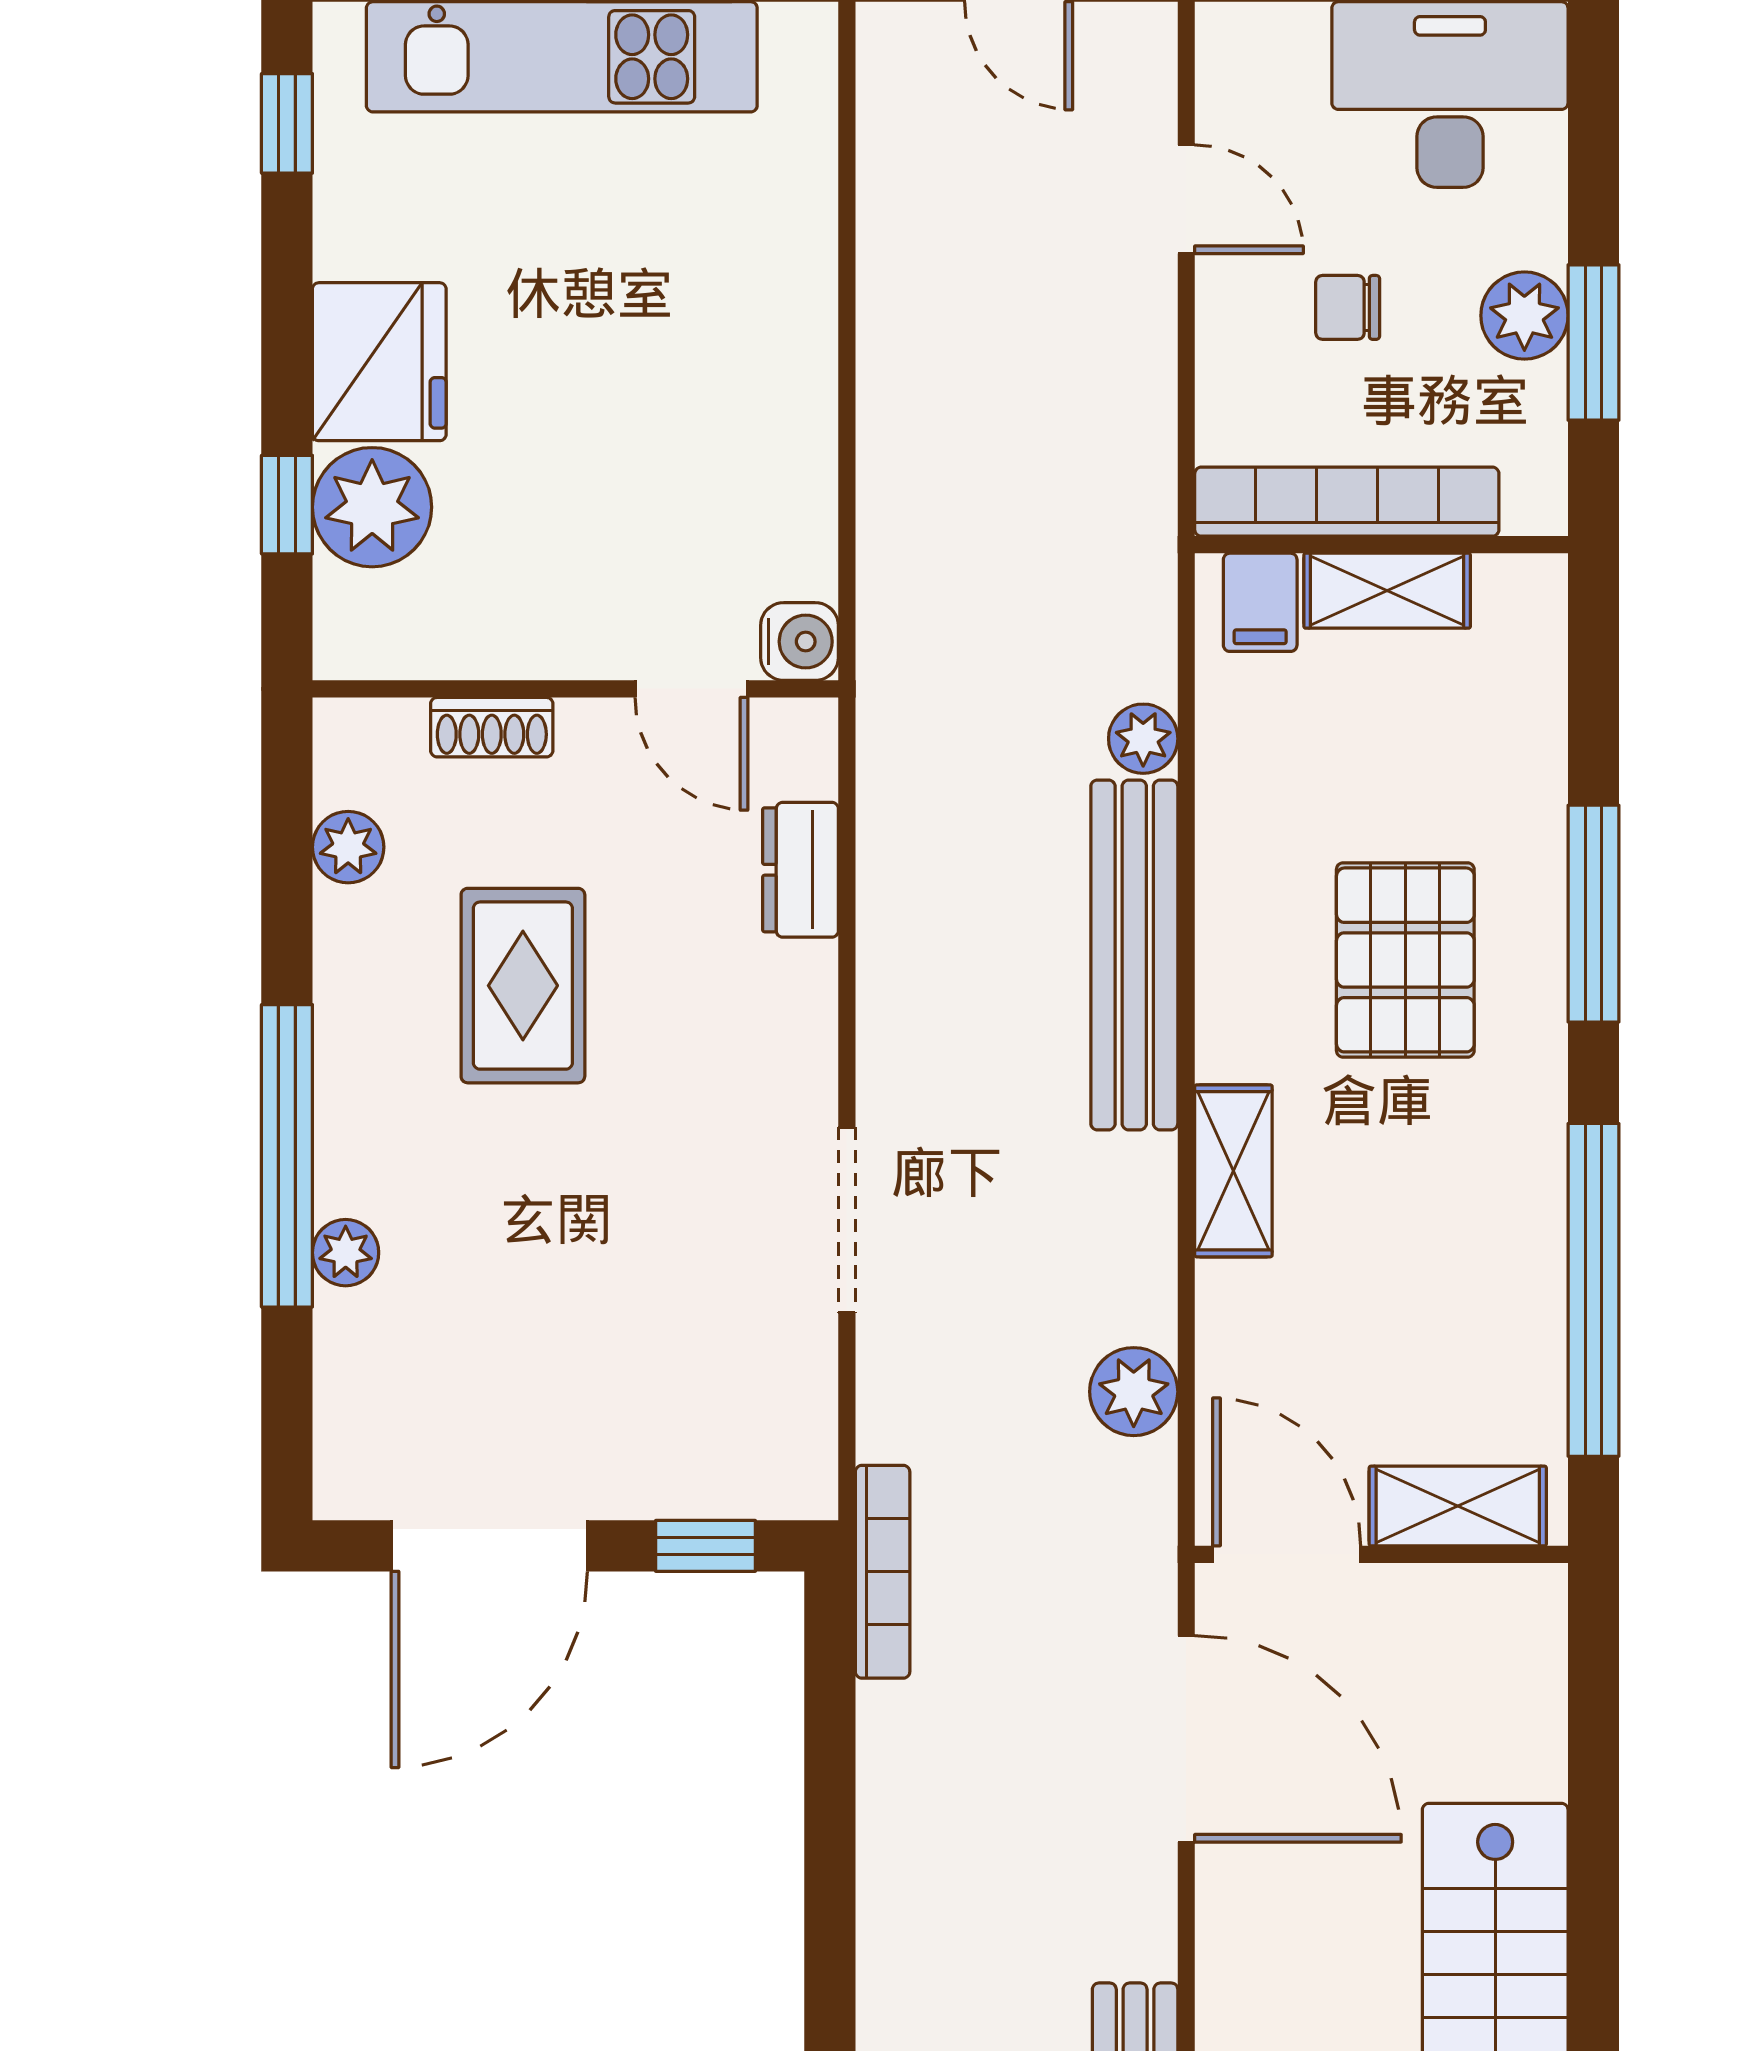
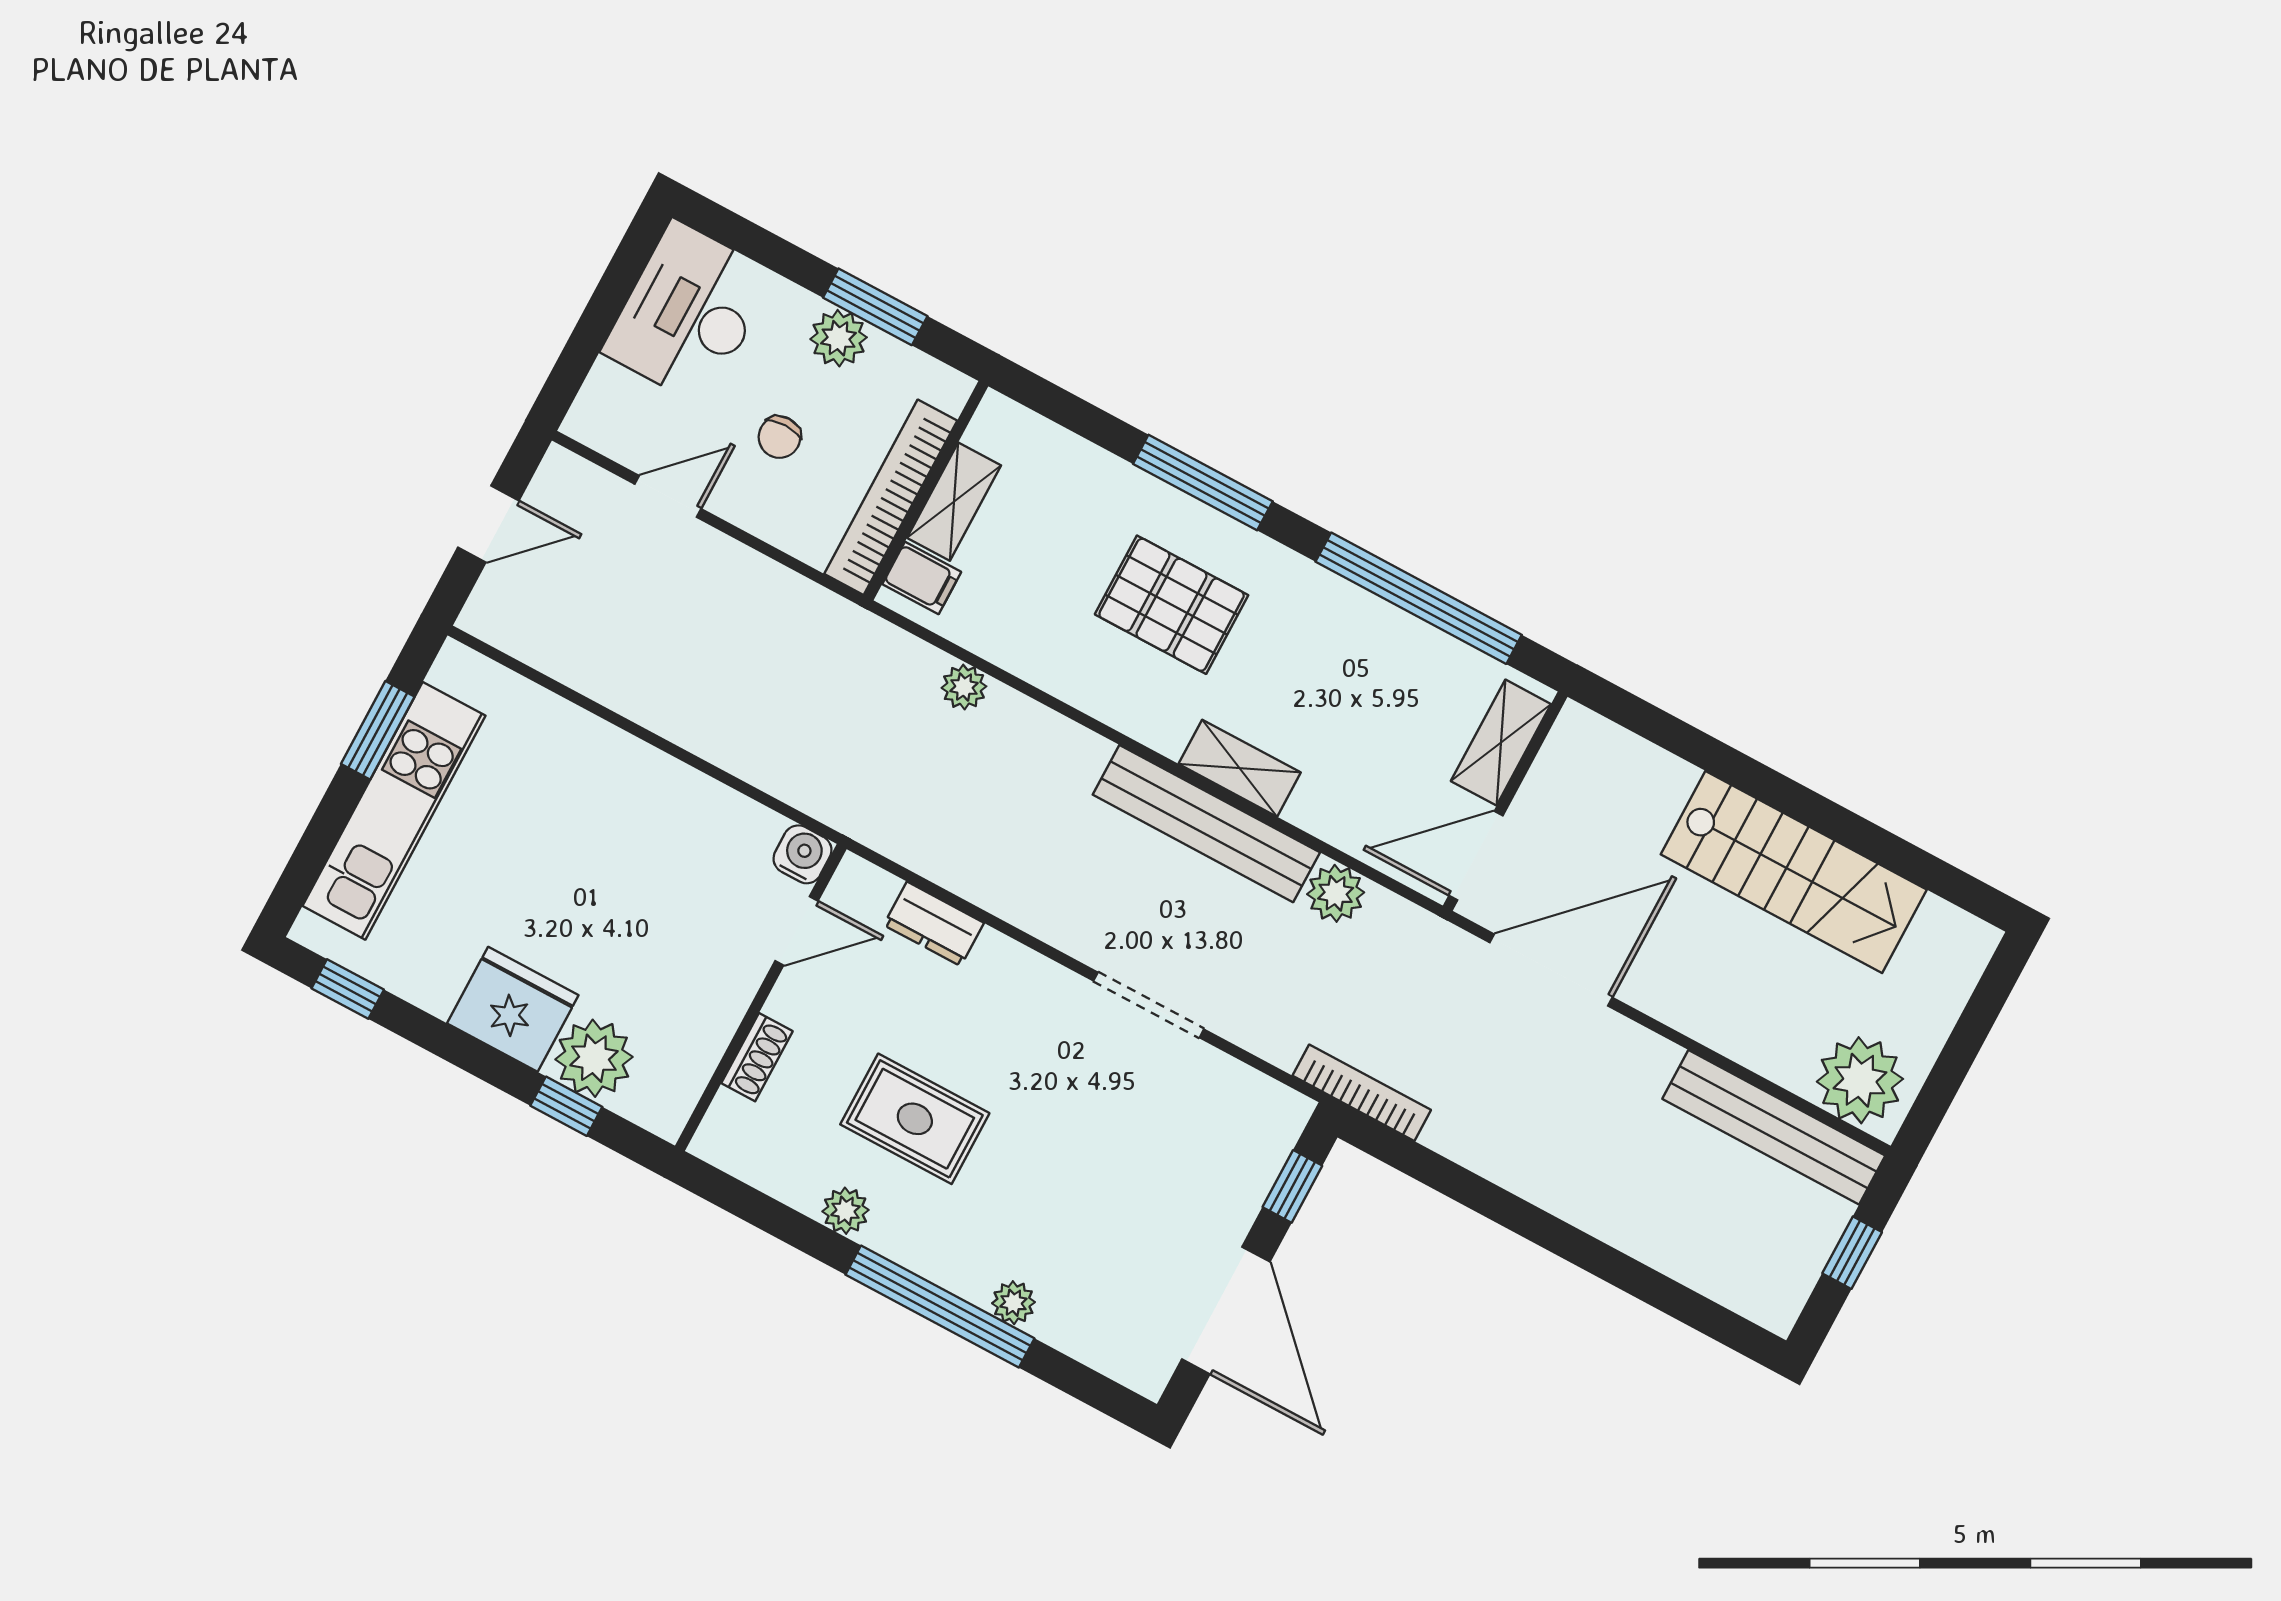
plant: (348, 847) -> (845, 1211), moved
bench: (1134, 955) -> (1206, 824), moved

